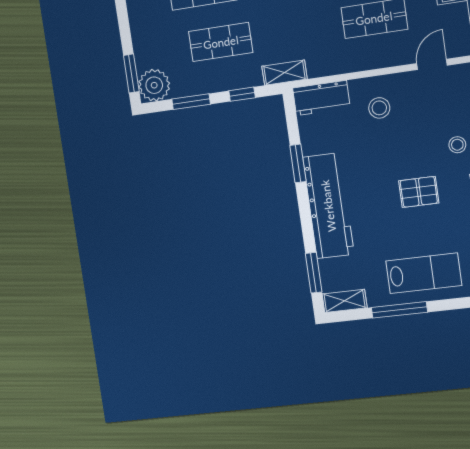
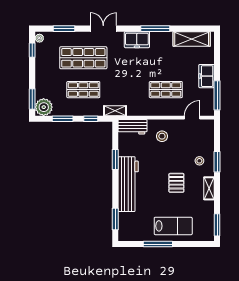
pallet: (419, 192) -> (176, 183), turned 90
shelving: (345, 301) -> (130, 236), removed

